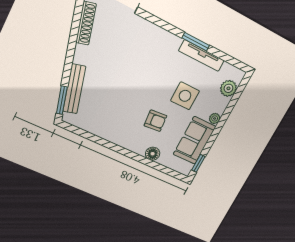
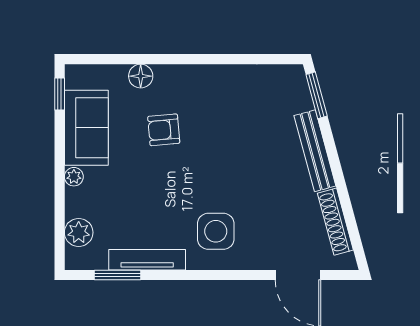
window: (196, 42) -> (117, 275), moved
bench: (74, 89) -> (315, 151), moved
side table: (185, 96) -> (216, 231), moved

